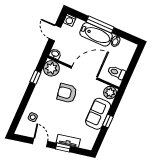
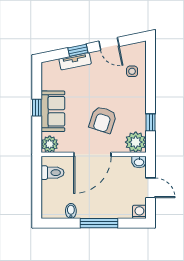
bathtub: (96, 34) -> (99, 209), removed
armchair: (67, 93) -> (103, 120), turned 117

